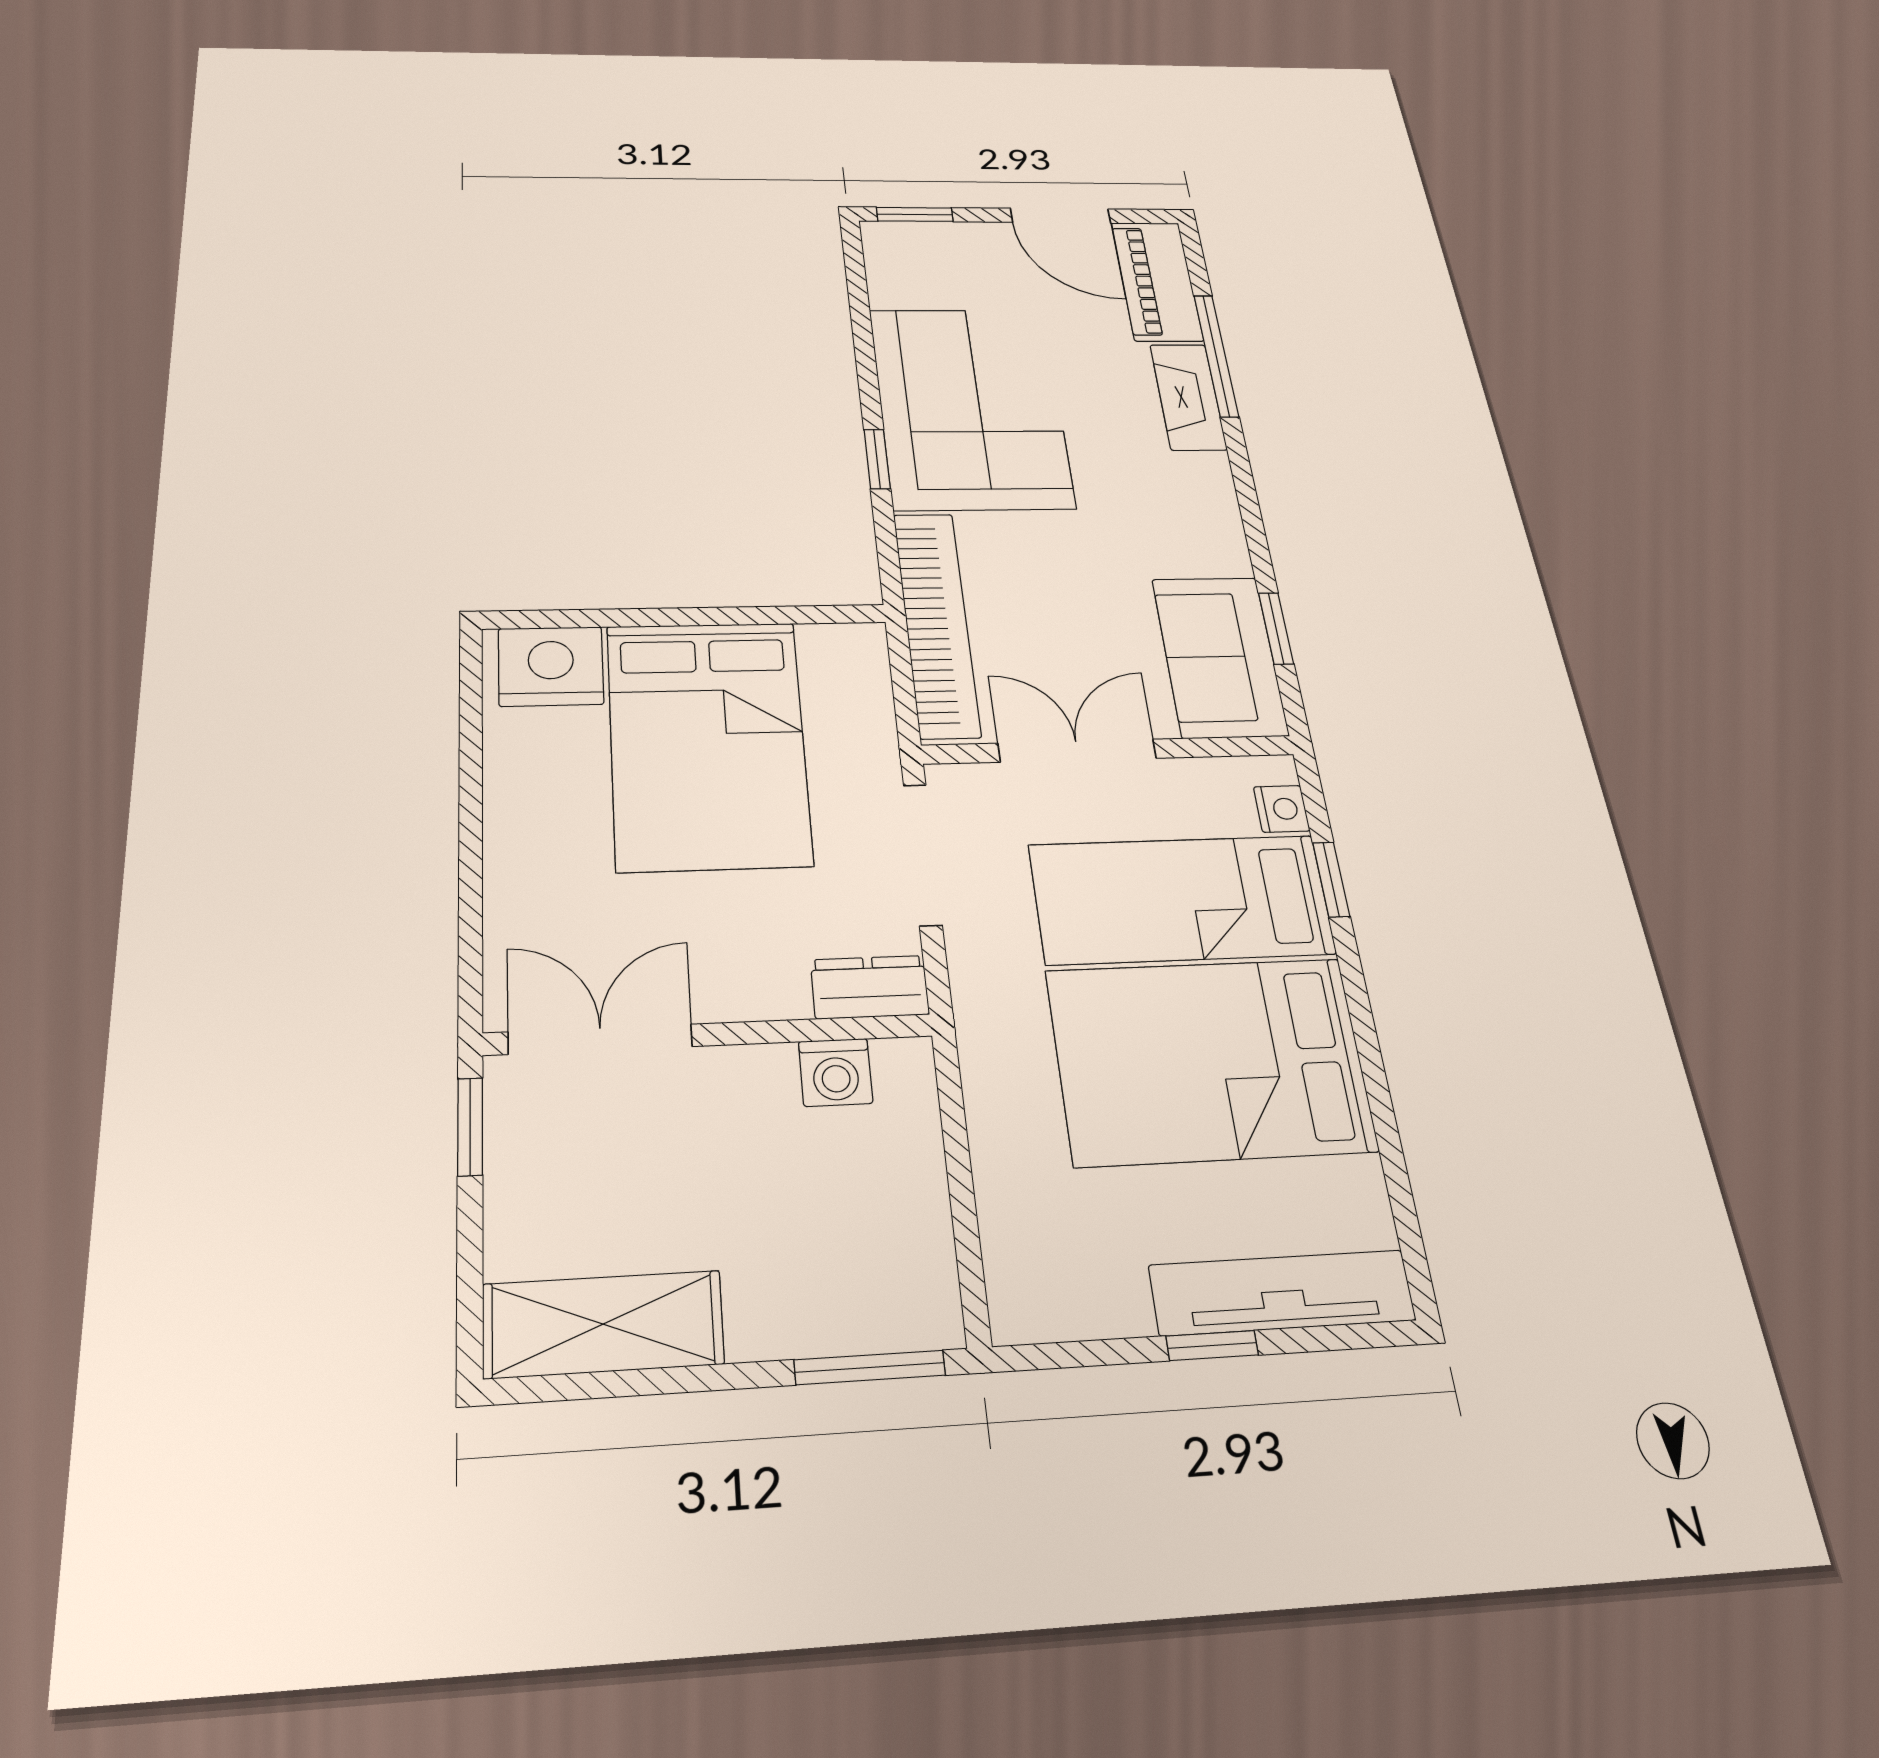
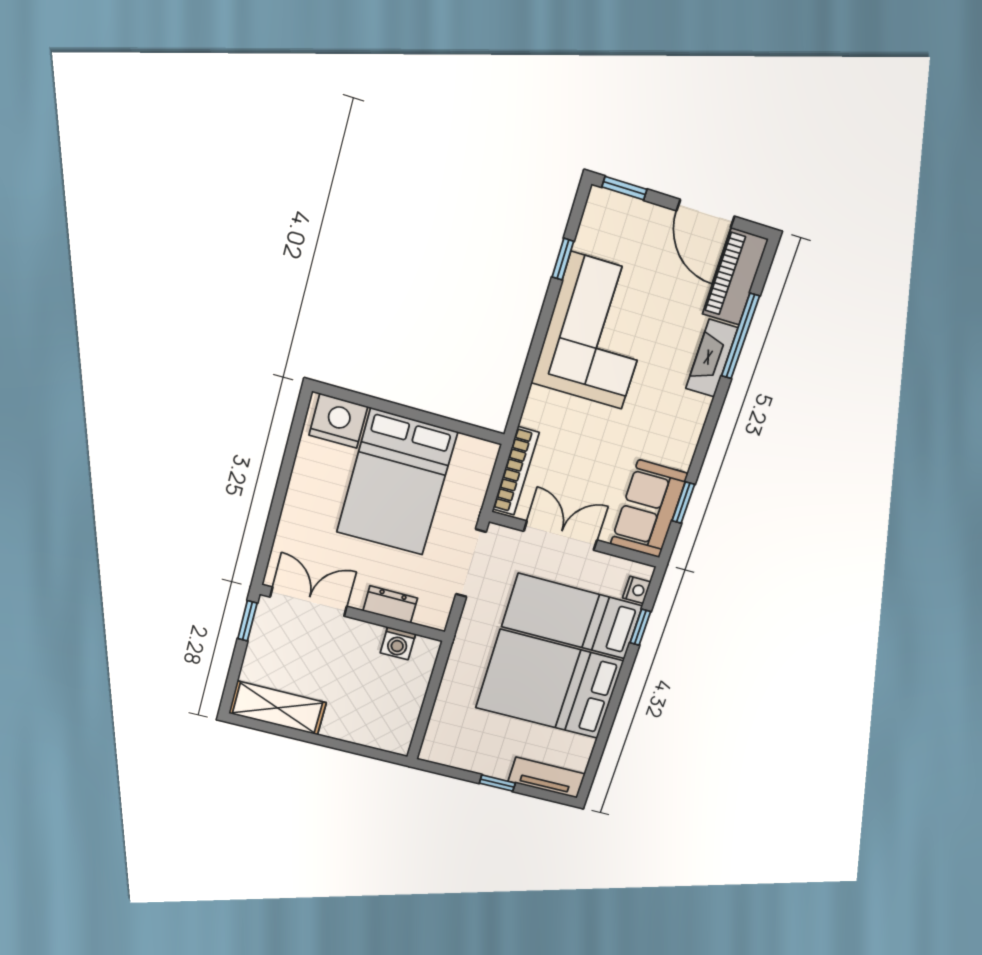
window: (877, 459) -> (563, 259), moved
bookcase: (936, 623) -> (516, 471), width x0.68, depth x0.76
dresser: (870, 987) -> (390, 604), moved
tv unit: (1282, 1293) -> (547, 778), width x0.71
window: (870, 1367) -> (370, 752), removed

